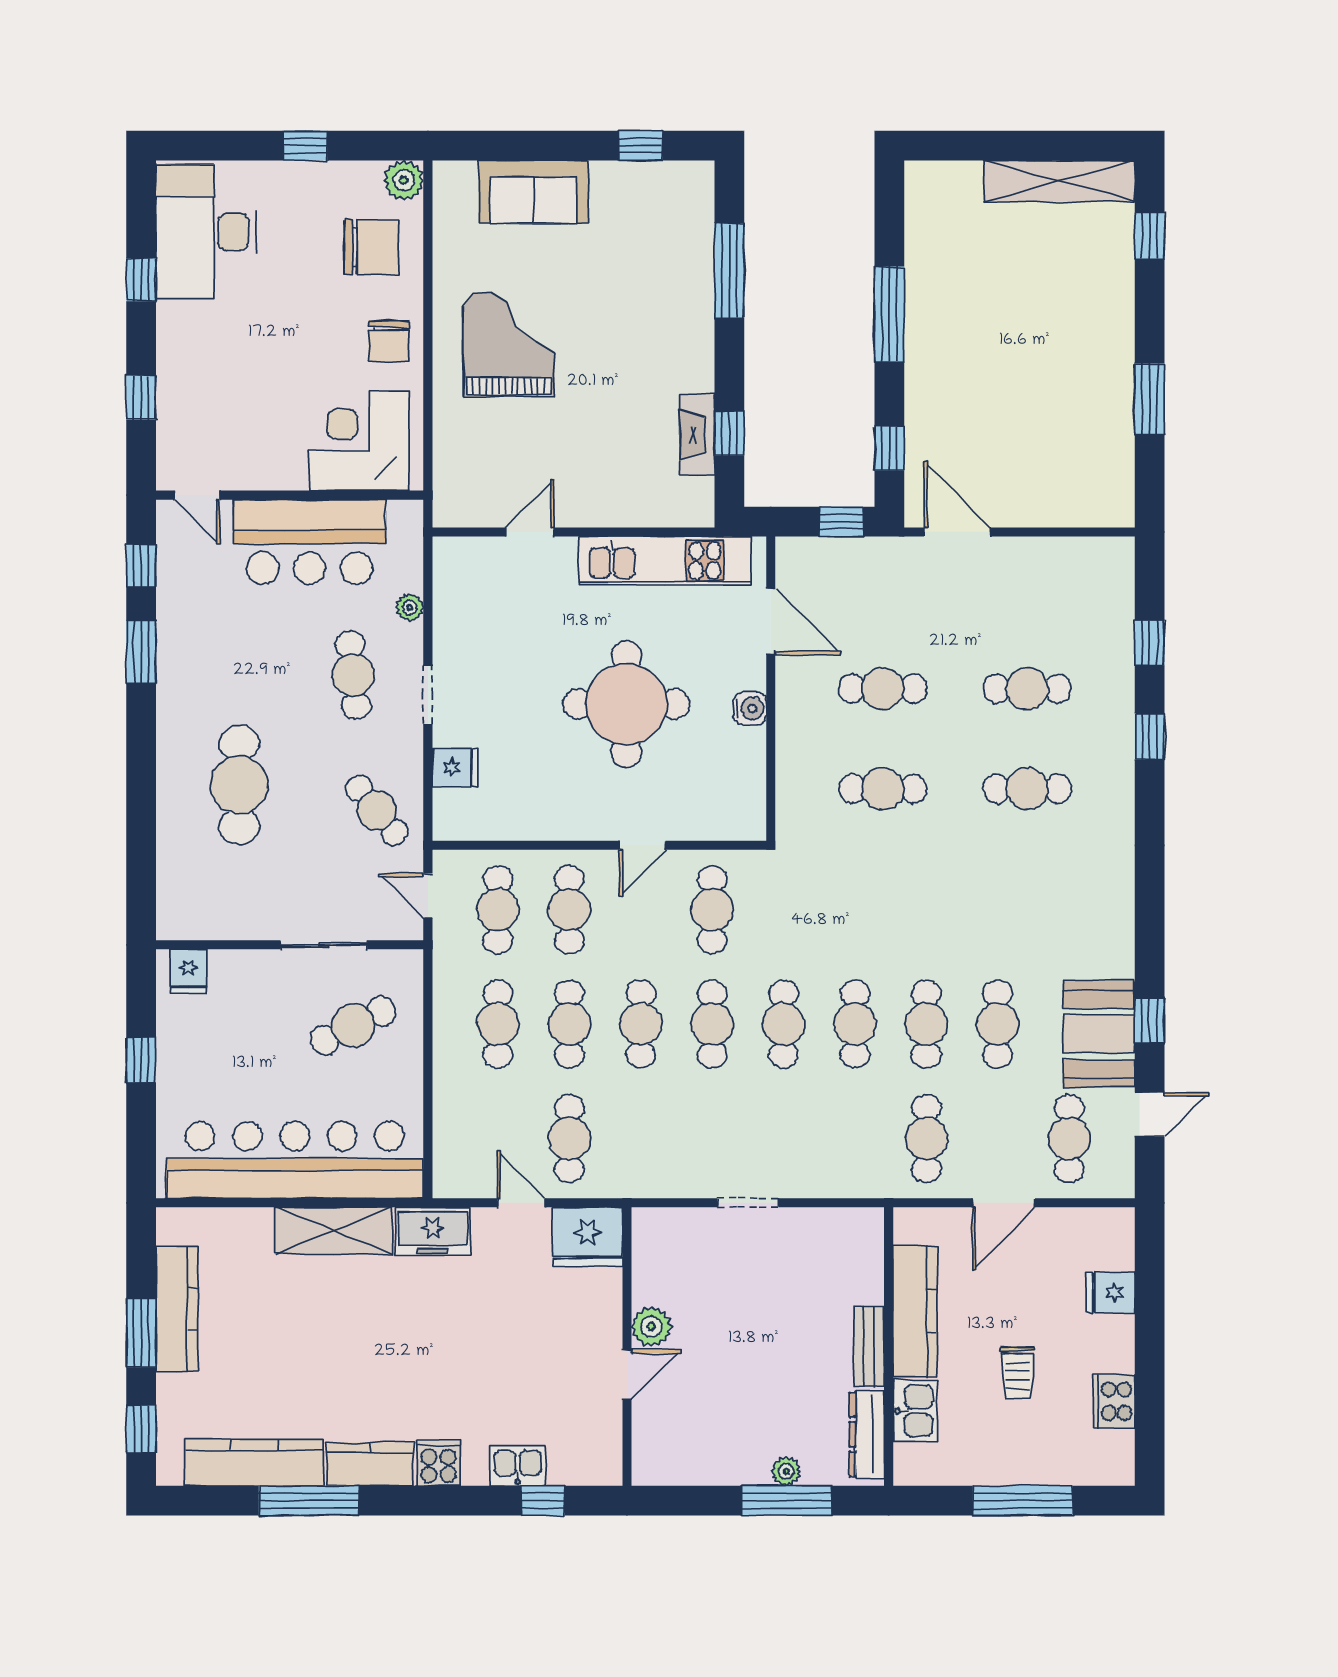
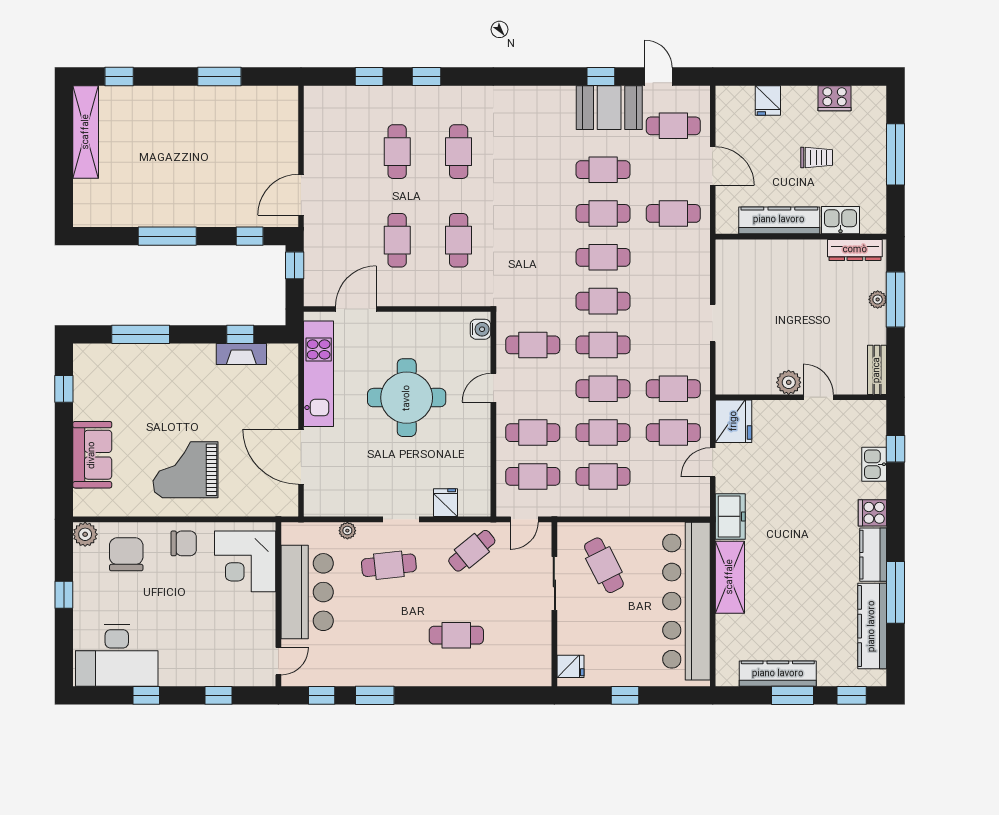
door: (530, 532) -> (301, 457), width x1.88
water cooler: (750, 708) -> (480, 329), moved, turned 90
cafe table: (239, 785) -> (456, 635), width x0.73, depth x0.74
door: (642, 845) -> (493, 388), swing flipped
cafe table: (641, 1138) -> (673, 389), added
bench: (869, 1347) -> (877, 370), moved, turned 90

